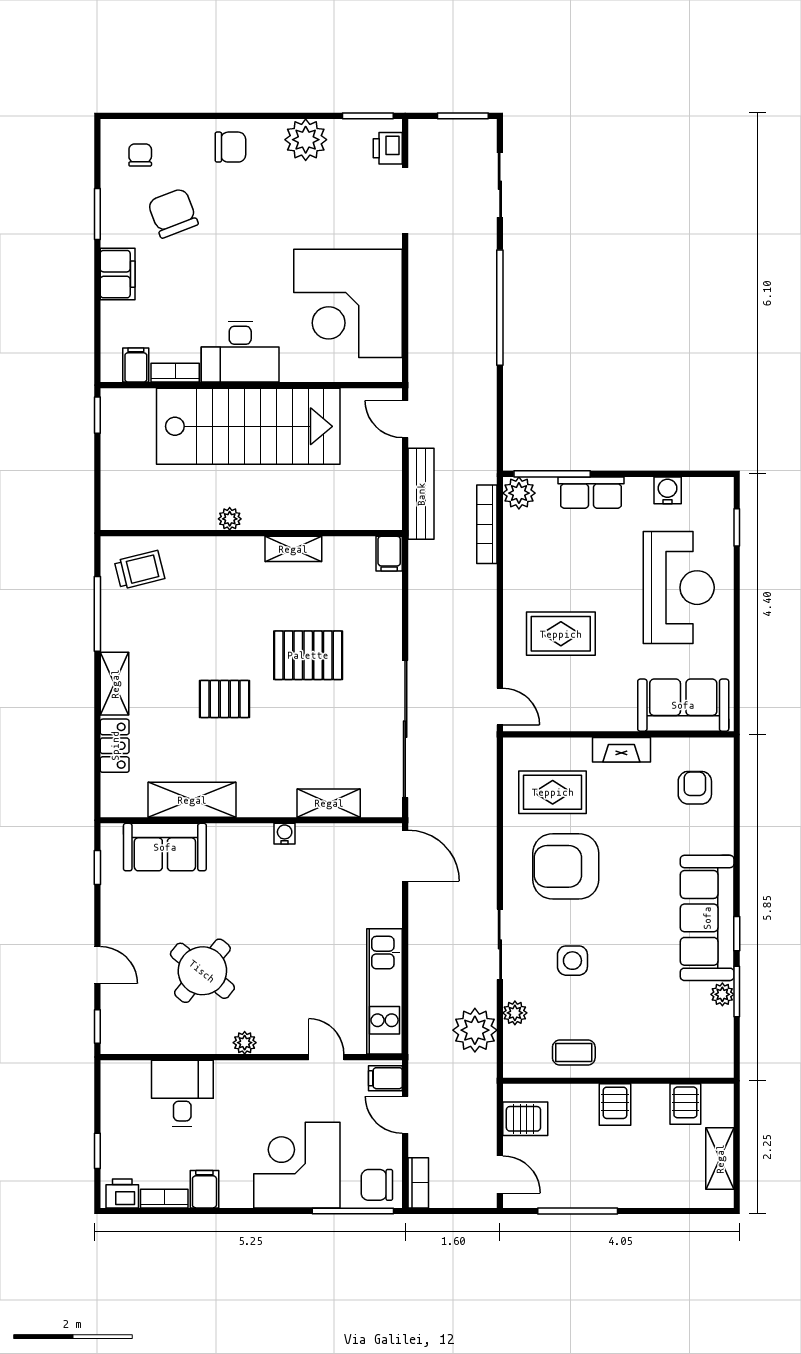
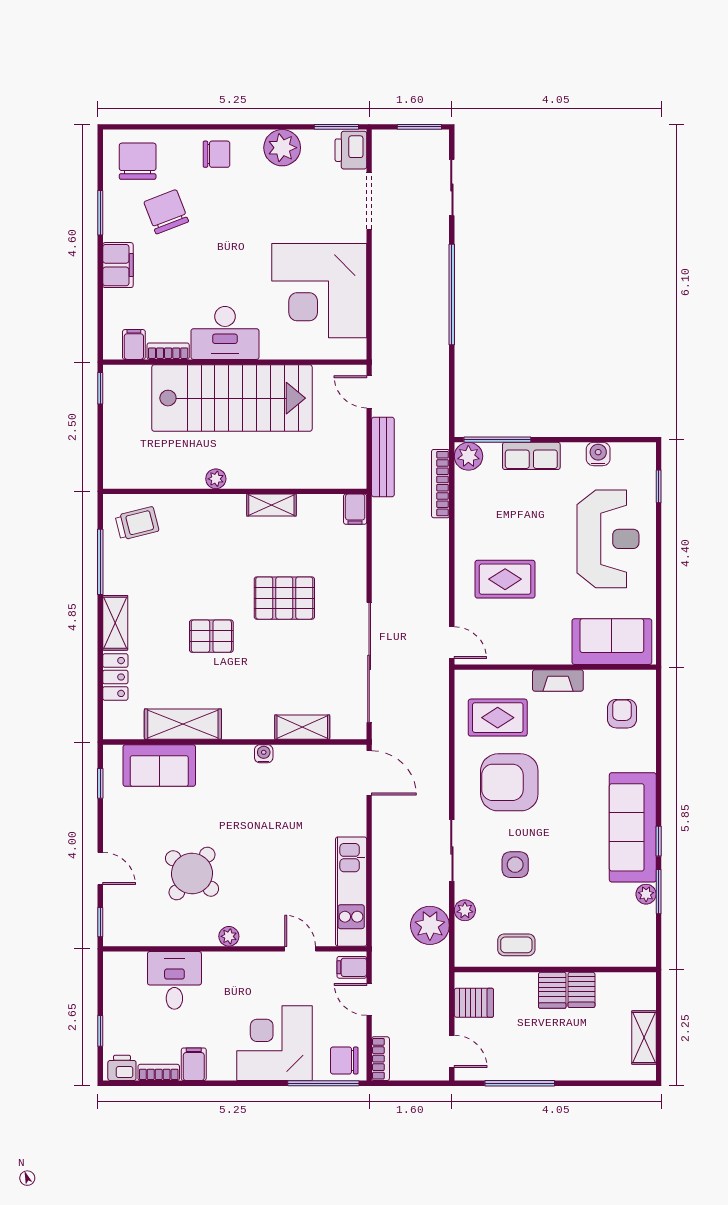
printer: (388, 148) -> (351, 150), width x1.36, depth x1.24
chair: (140, 155) -> (138, 161), width x1.87, depth x1.87
server rack: (685, 1104) -> (581, 990), moved

